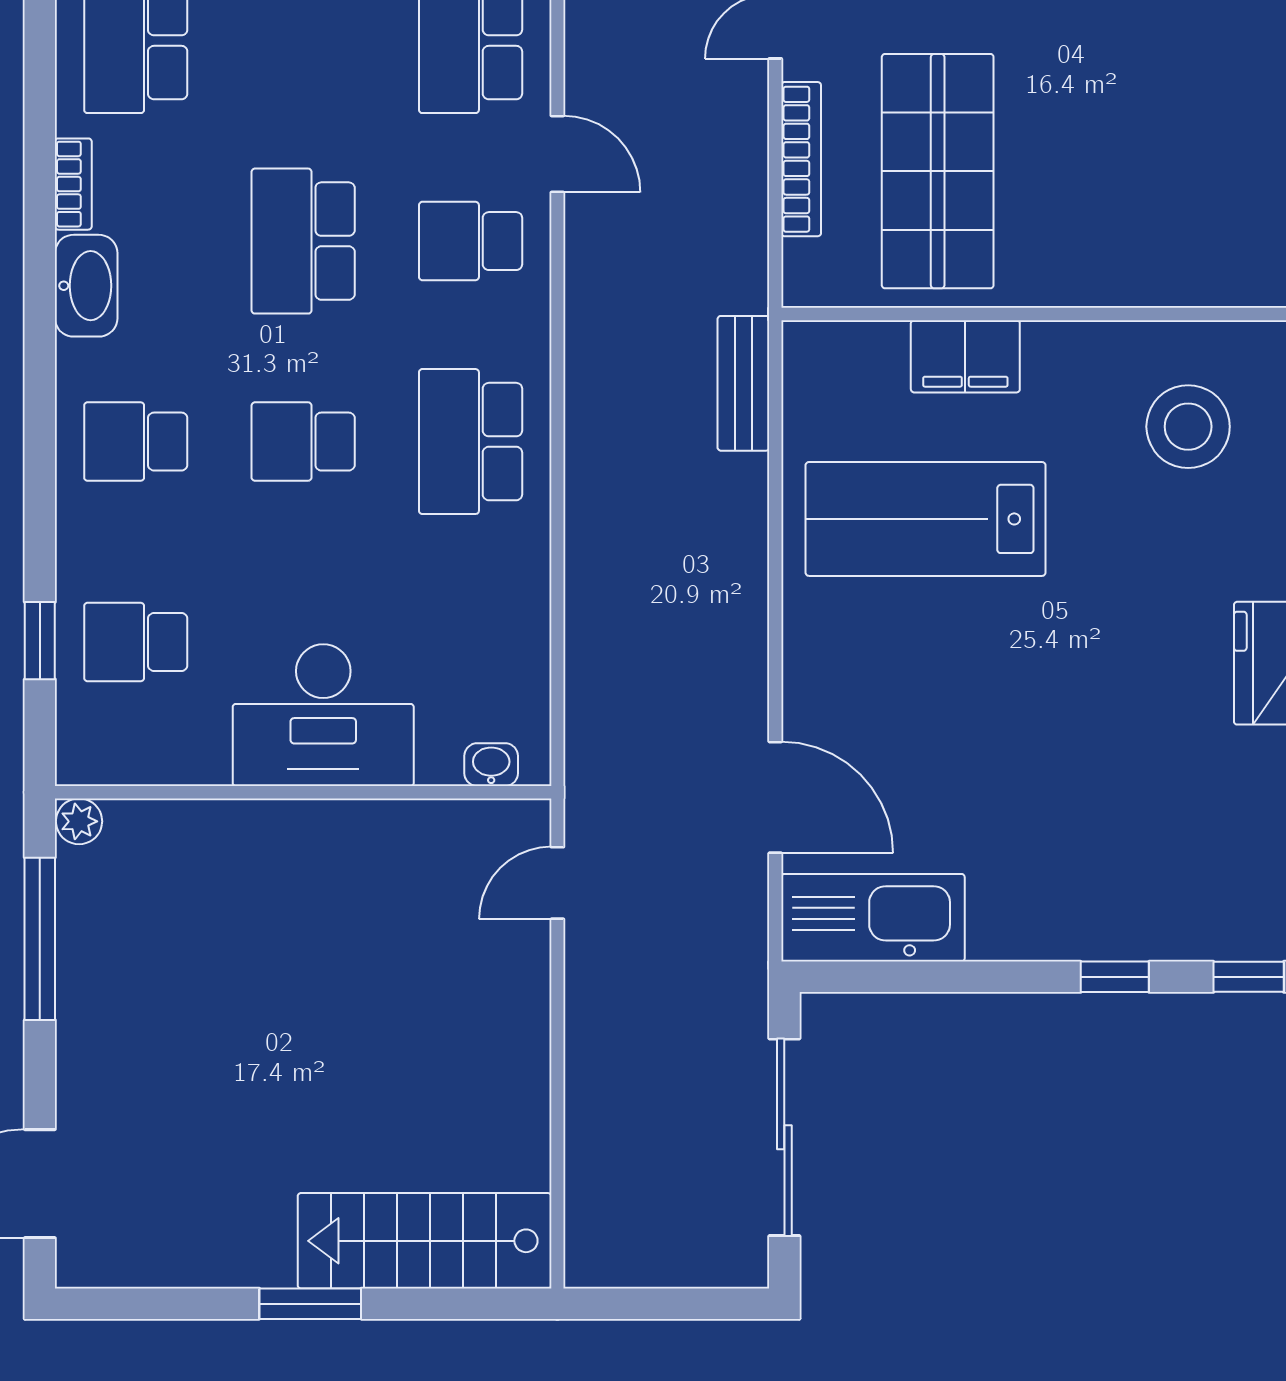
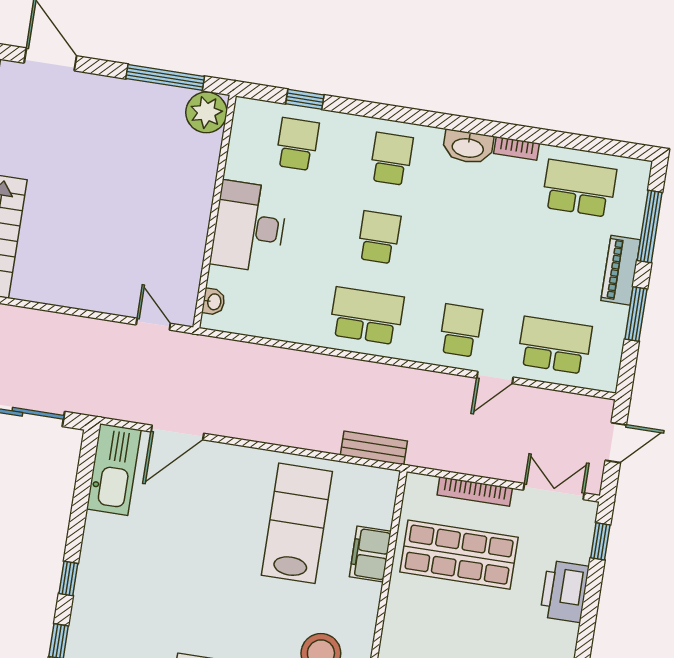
school desk: (303, 241) -> (473, 252), removed
plant: (79, 821) -> (206, 112), width x1.87, depth x1.87

